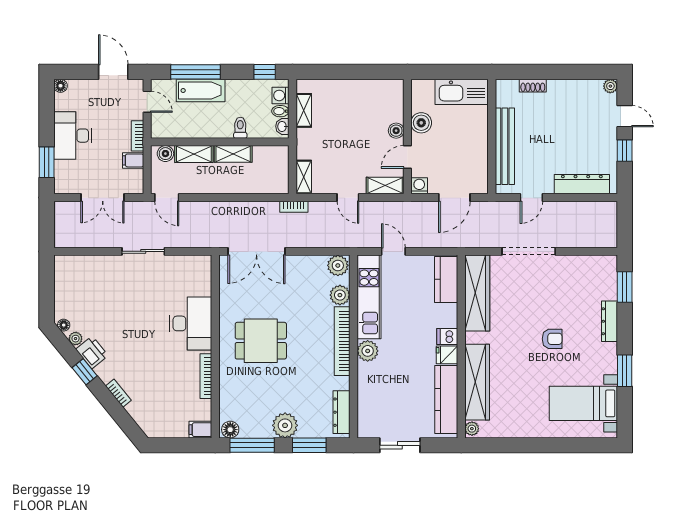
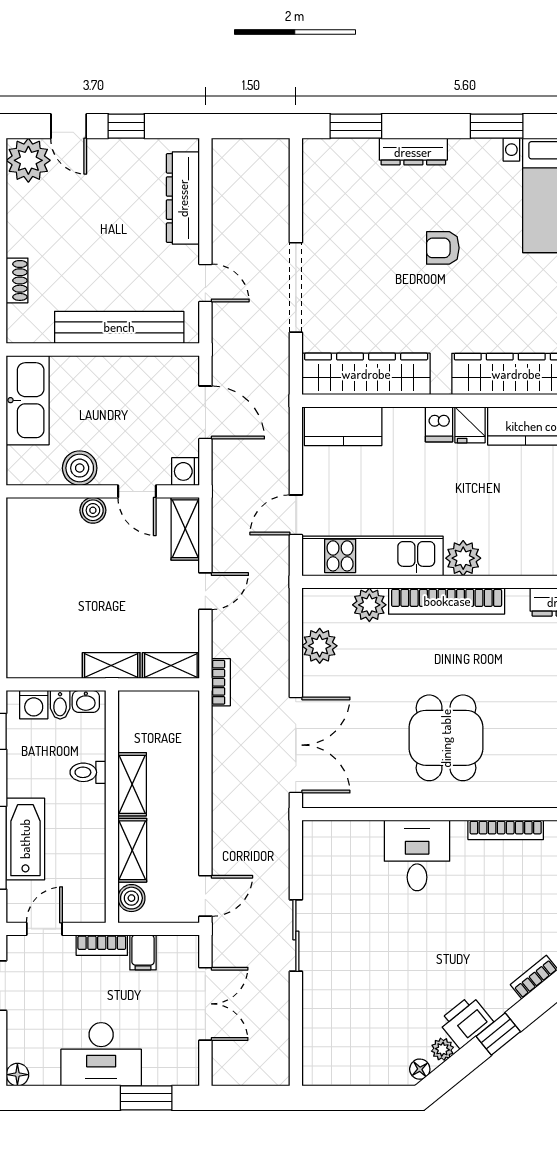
plant: (610, 86) -> (28, 160), width x1.87, depth x1.87
shelving: (304, 110) -> (111, 665), moved
door: (625, 116) -> (69, 126), swing flipped
plant: (338, 265) -> (320, 646), moved
desk: (191, 323) -> (417, 855), width x0.73
armchair: (552, 339) -> (443, 248), turned -90

